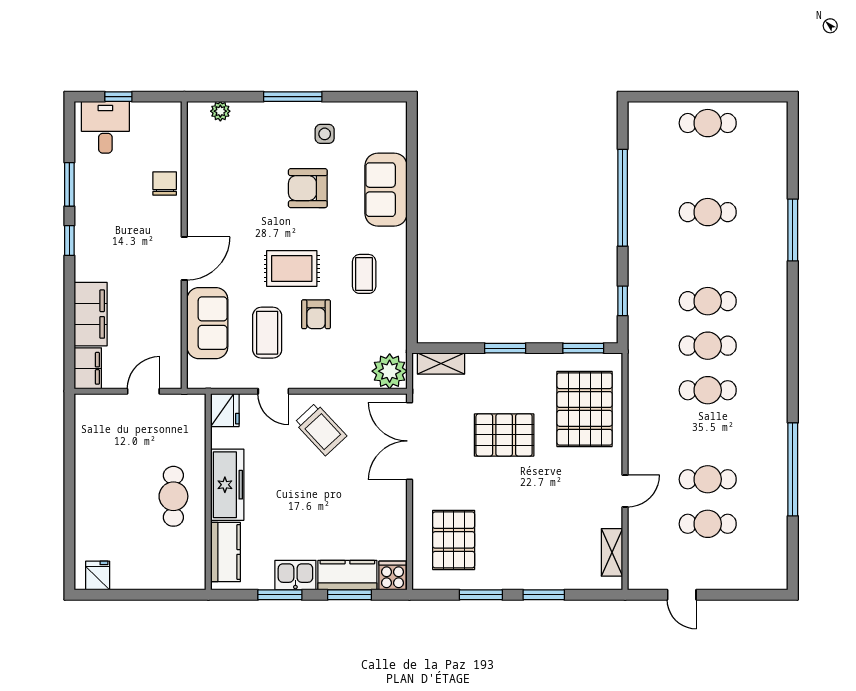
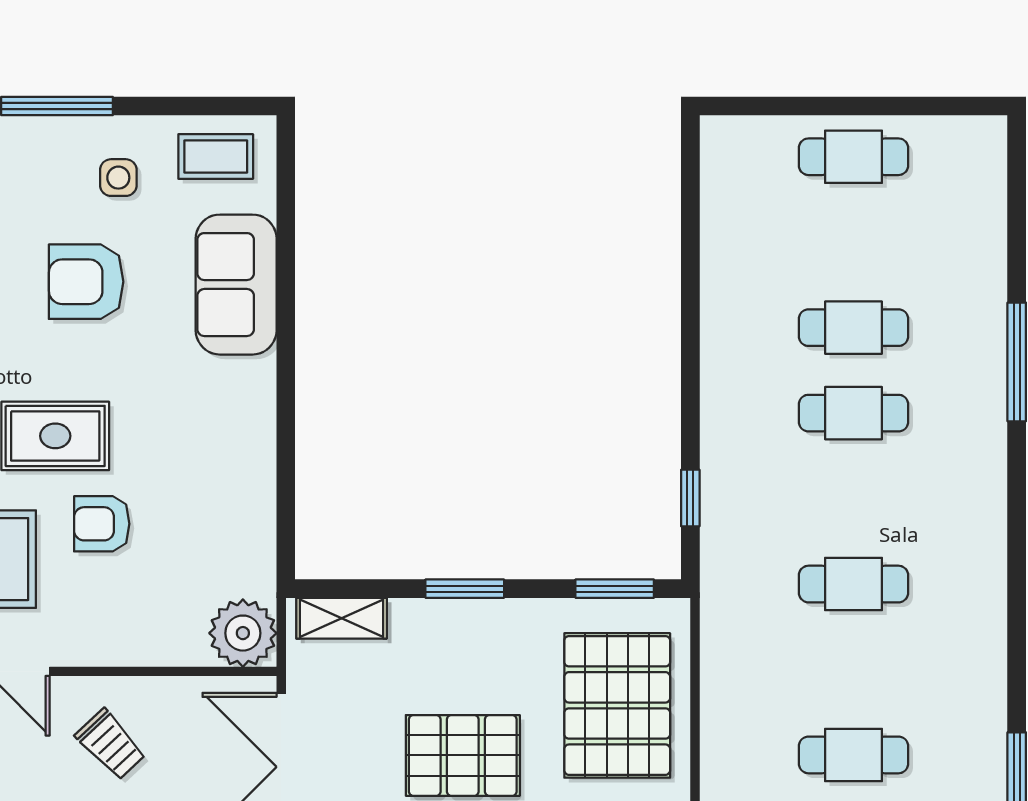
window: (623, 198) -> (690, 300), removed
coffee table: (364, 274) -> (216, 157), moved, turned 90
cafe table: (708, 301) -> (853, 413), moved
armchair: (316, 314) -> (102, 524), turned 90
cafe table: (708, 390) -> (853, 755), moved
trolley: (321, 429) -> (111, 744), width x0.73, depth x0.72

